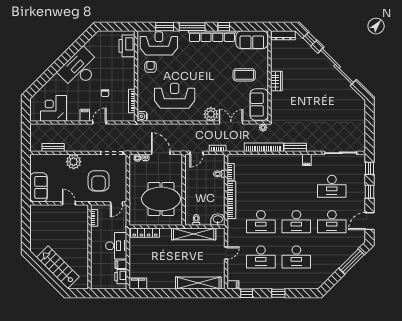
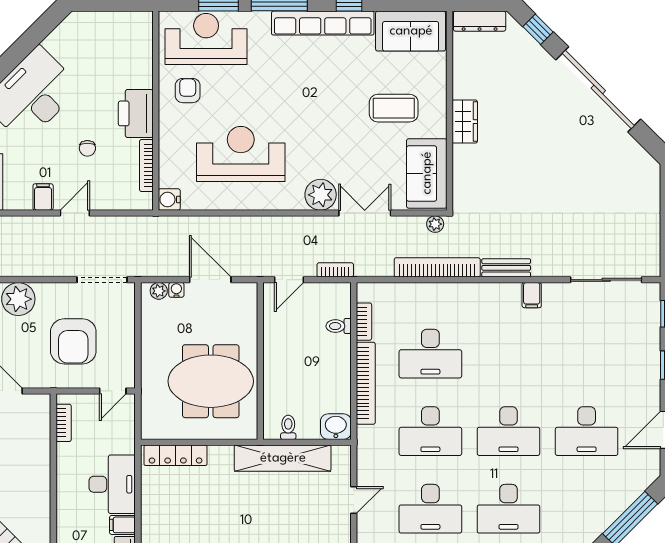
printer: (127, 46) -> (136, 113), moved
desk: (332, 186) -> (430, 354), moved

